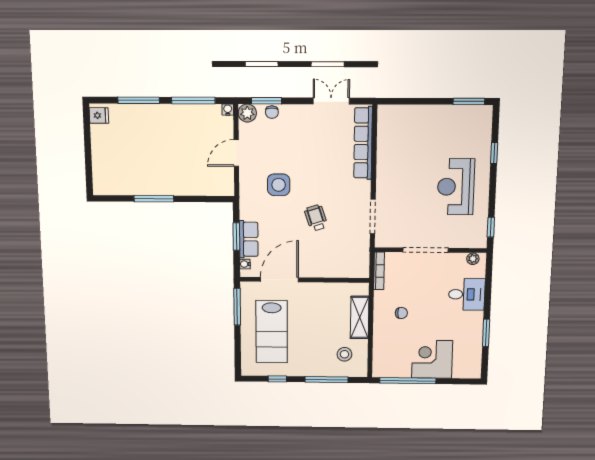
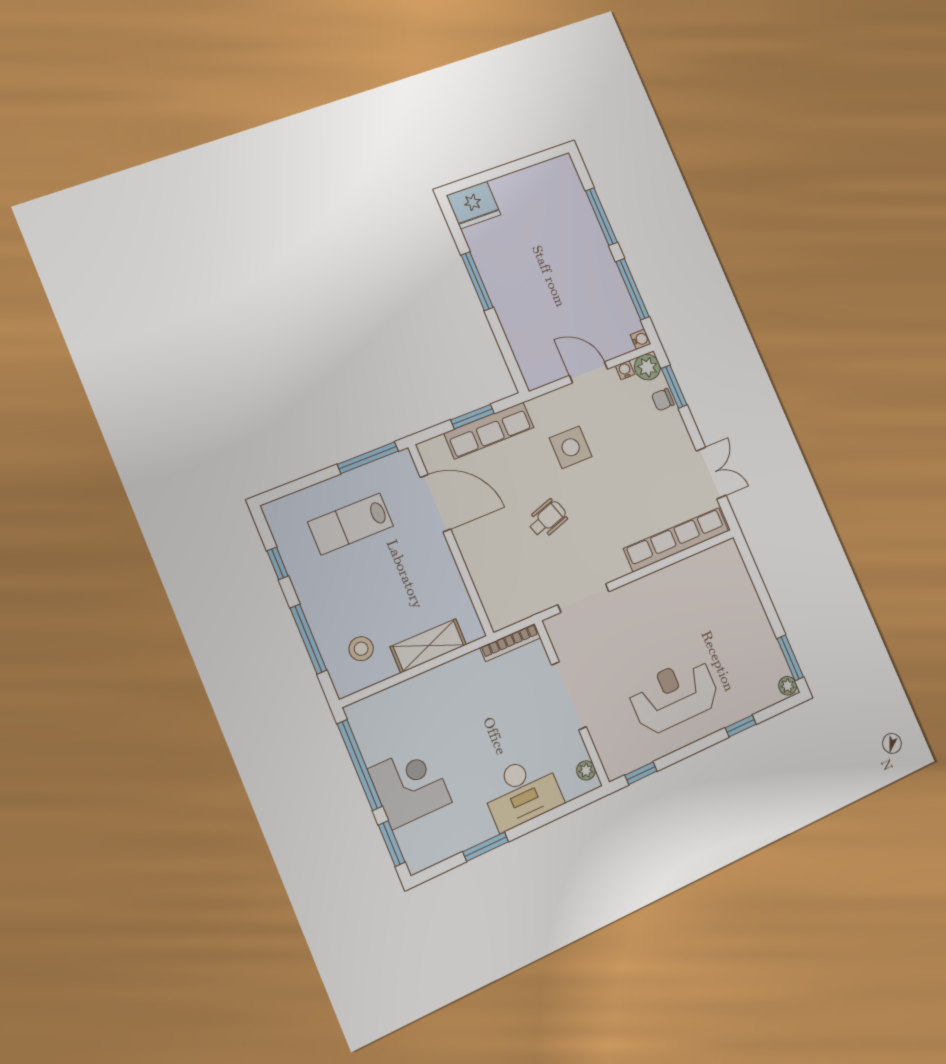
plant: (485, 111) -> (788, 686), added
fridge: (99, 115) -> (474, 205), moved, width x1.88, depth x1.34
row of seats: (249, 239) -> (489, 430), width x1.48
water cooler: (245, 264) -> (625, 370), moved
desk: (467, 294) -> (522, 792), width x1.37
chair: (401, 313) -> (462, 705), removed
lab bench: (272, 332) -> (351, 524), width x0.73, depth x0.72
window: (458, 381) -> (392, 844), added

